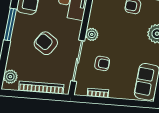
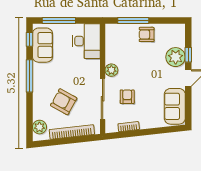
armchair: (46, 43) -> (64, 102), moved
armchair: (102, 63) -> (127, 97), turned -90

